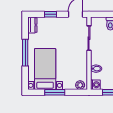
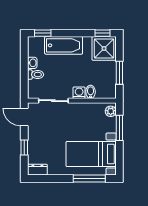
window: (25, 53) -> (89, 178), moved
washing machine: (95, 85) -> (79, 93), moved
window: (55, 92) -> (119, 128), moved

